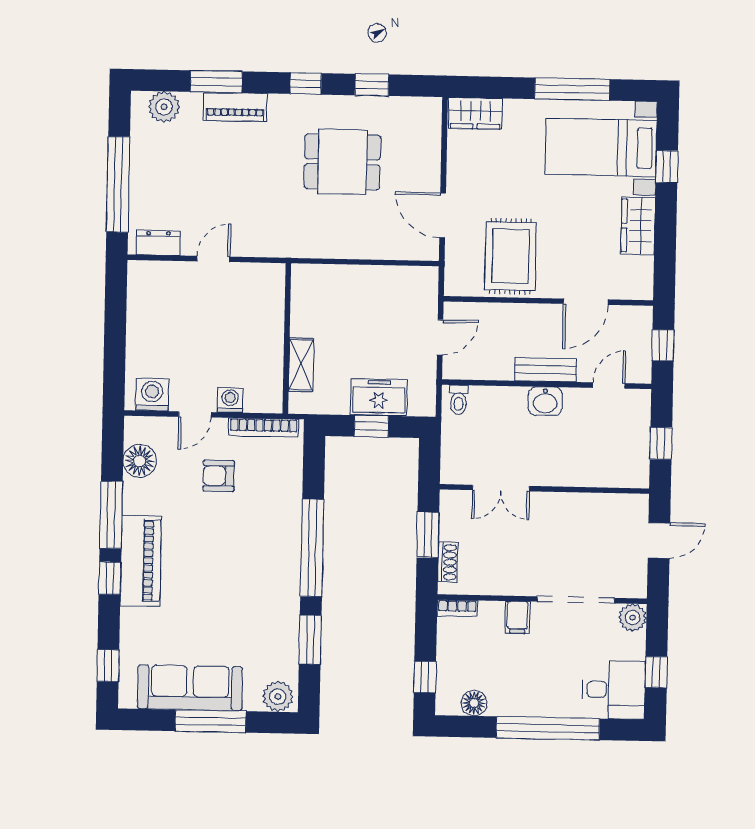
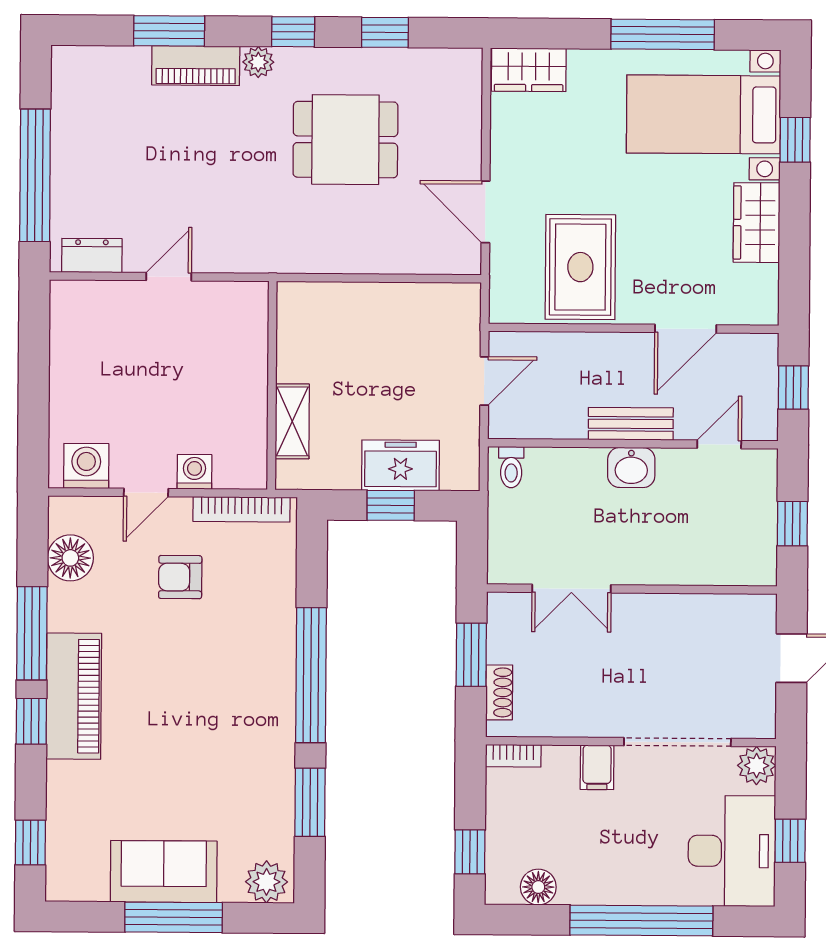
plant: (164, 107) -> (258, 62), moved, width x0.73, depth x0.73
sofa: (190, 688) -> (164, 872), width x0.73
desk: (614, 690) -> (732, 851), width x1.37

